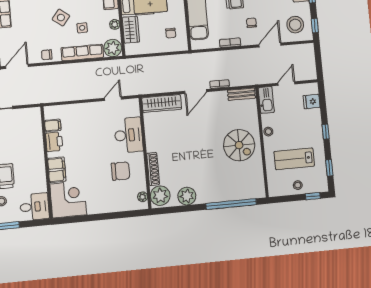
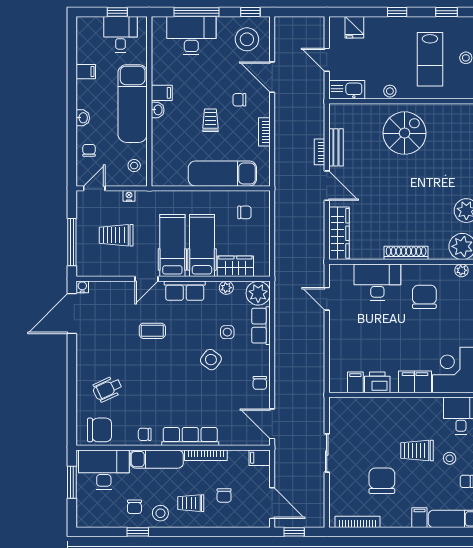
row of seats: (82, 53) -> (261, 326), width x0.68
bench: (242, 94) -> (336, 147), moved
shoe rack: (153, 169) -> (406, 253), moved

